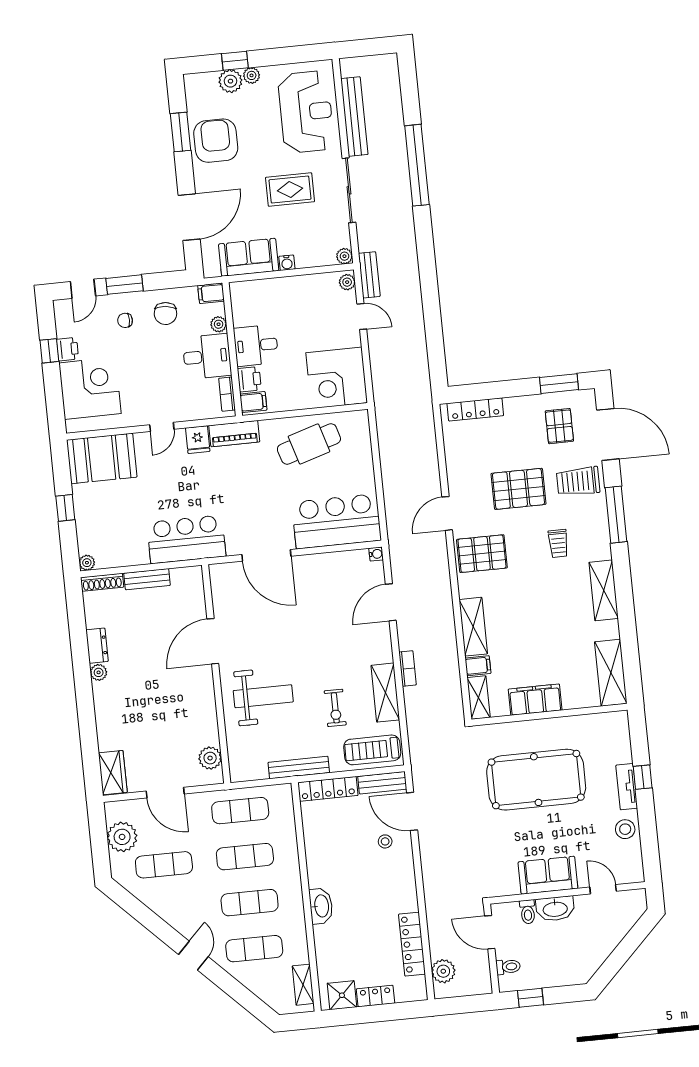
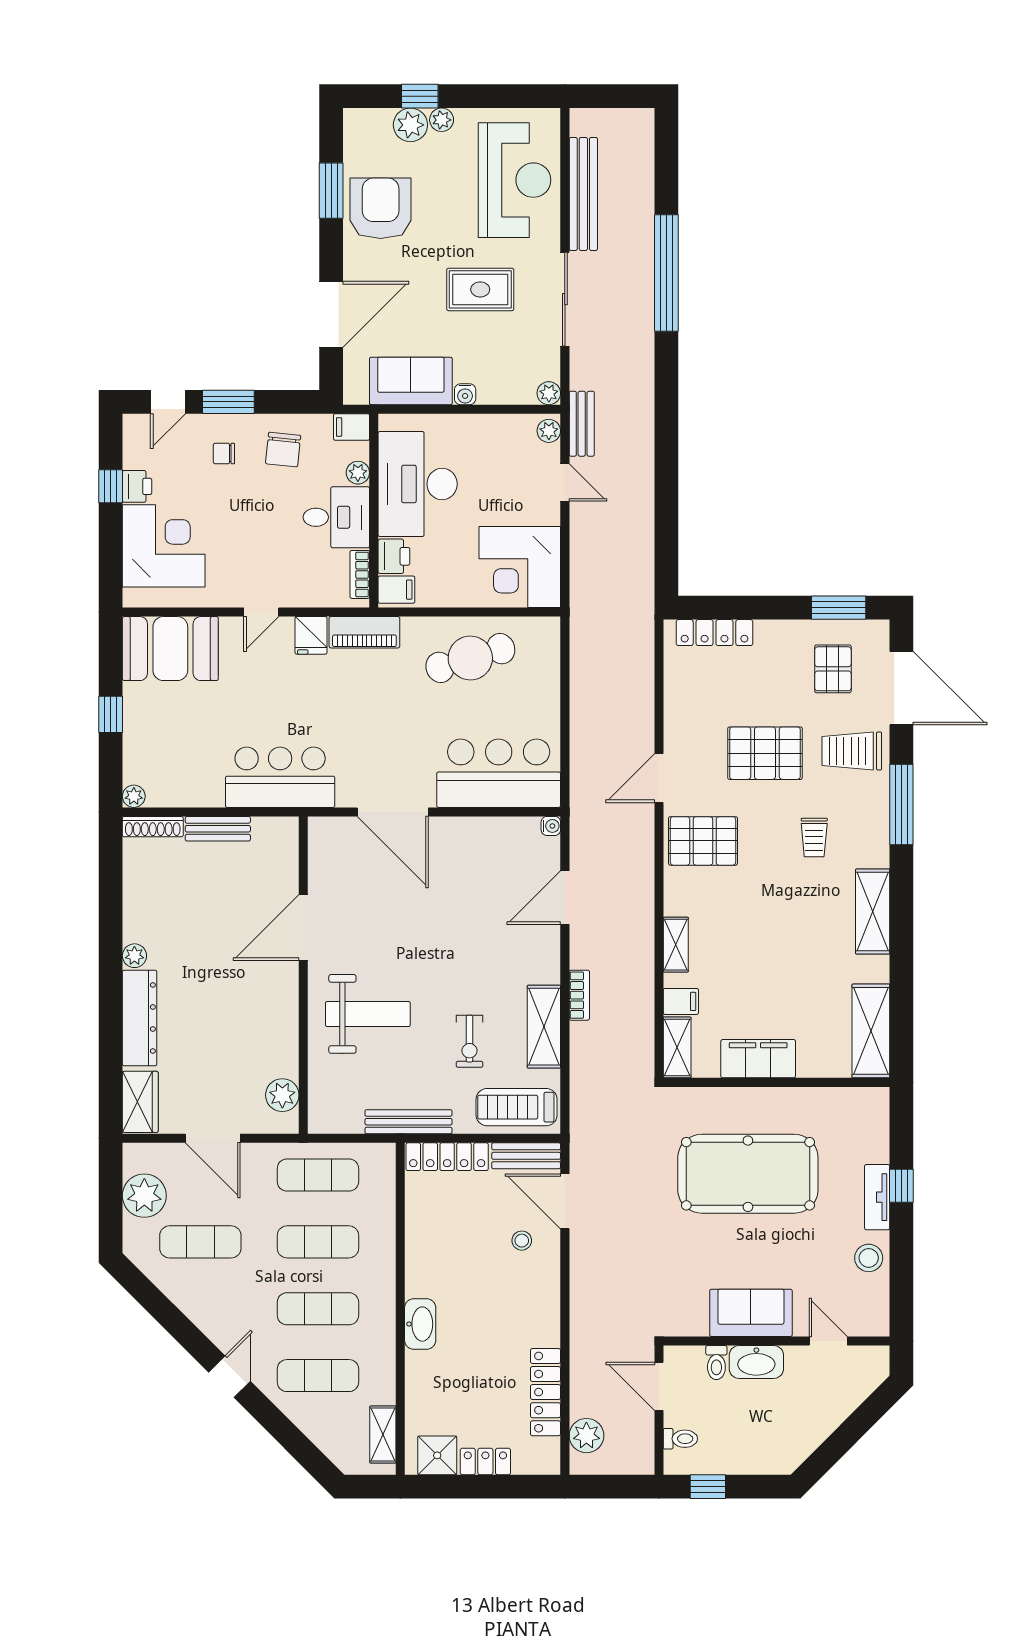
desk: (256, 345) -> (418, 484), width x1.87, depth x1.30
shelving: (473, 627) -> (676, 945), width x0.67, depth x0.75
dresser: (97, 646) -> (140, 1018), moved, width x1.96, depth x1.24

